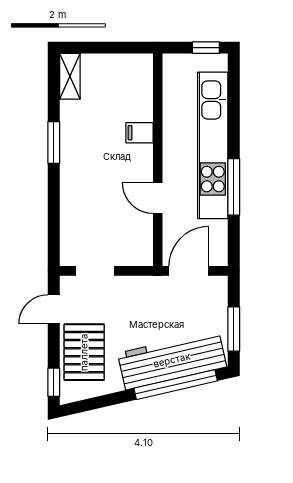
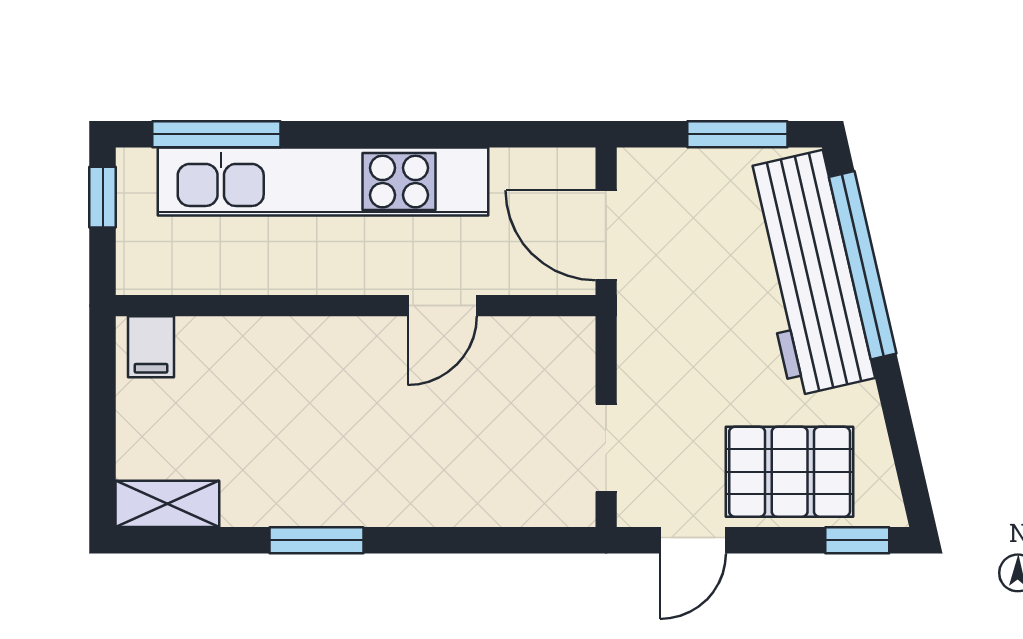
filing cabinet: (139, 133) -> (151, 347), moved
window: (234, 187) -> (216, 134), moved
door: (54, 309) -> (693, 540), hinge flipped

